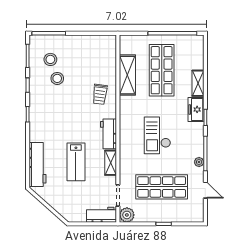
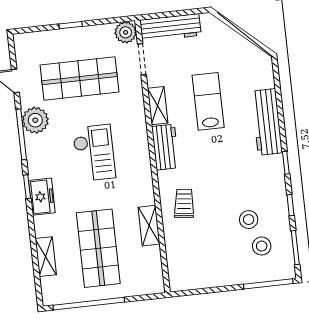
shelving: (127, 75) -> (149, 226), width x0.67, depth x0.75
shelving: (198, 83) -> (46, 257), moved
plant: (199, 162) -> (35, 120), width x1.88, depth x1.88
workbench: (38, 165) -> (267, 122), moved
workbench: (102, 215) -> (170, 28), width x1.37

